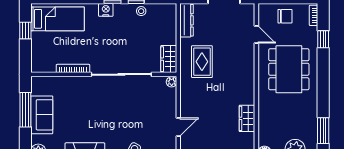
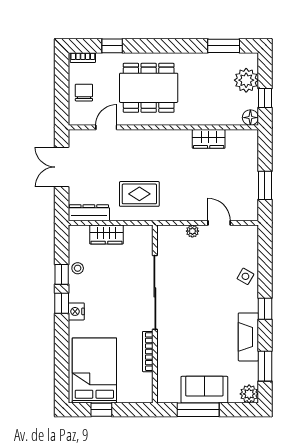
bed: (57, 19) -> (94, 370), width x1.50
wardrobe: (169, 59) -> (106, 234), moved
plant: (172, 82) -> (192, 231), moved

